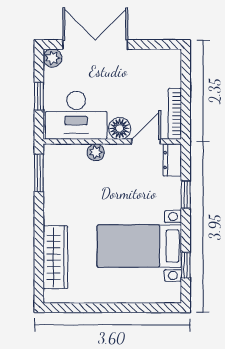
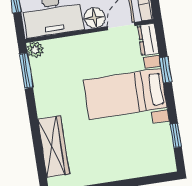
plant: (96, 152) -> (35, 50), moved
bed with nightstands: (139, 246) -> (125, 94), moved

